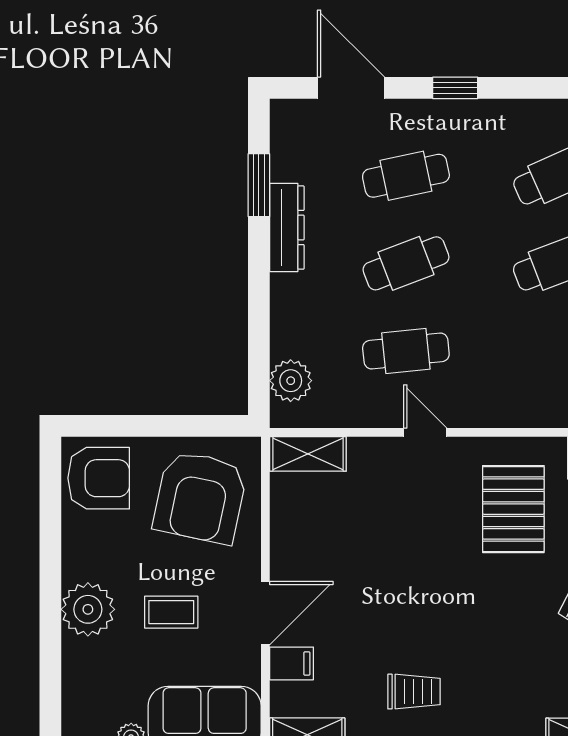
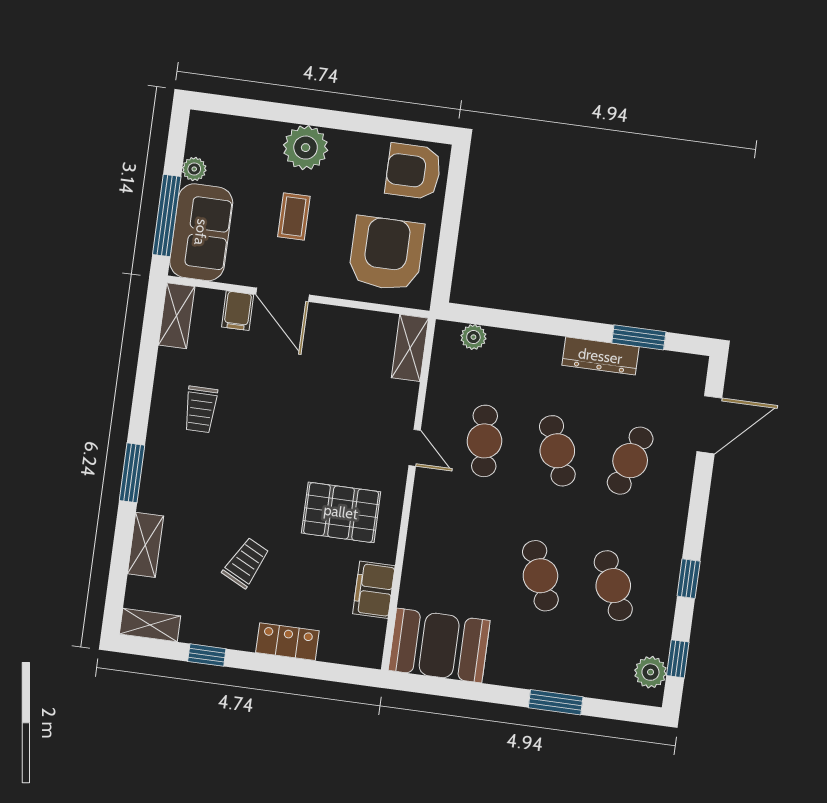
window: (455, 88) -> (689, 579), moved
cafe table: (406, 176) -> (630, 461), turned 30
plant: (291, 381) -> (473, 337), width x0.73, depth x0.73
door: (425, 432) -> (415, 448), hinge flipped
armchair: (99, 478) -> (413, 171), turned 90
armchair: (200, 497) -> (386, 254), turned 78

